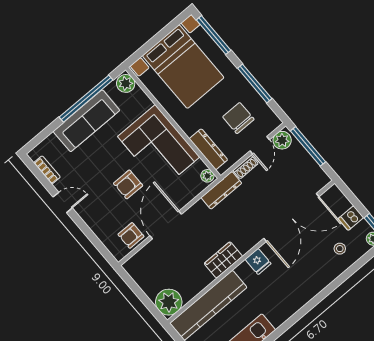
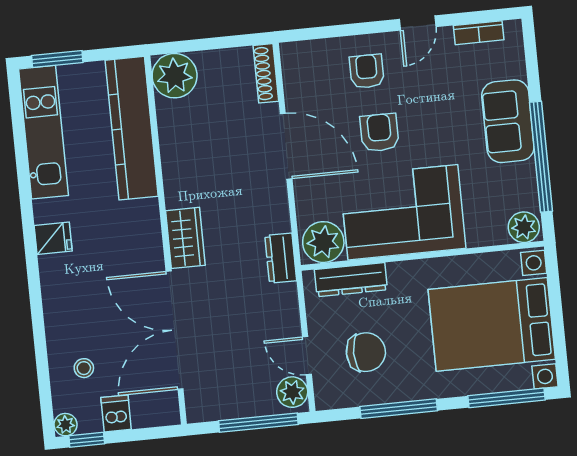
sofa: (86, 121) -> (508, 121), width x0.73
shoe rack: (246, 167) -> (266, 73), moved, width x1.43
plant: (207, 176) -> (323, 242), width x1.87, depth x1.87
dresser: (221, 190) -> (281, 258), width x0.70
armchair: (131, 235) -> (367, 71), moved
wardrobe: (223, 260) -> (185, 238), moved
fridge: (258, 261) -> (53, 238), moved, turned 180

